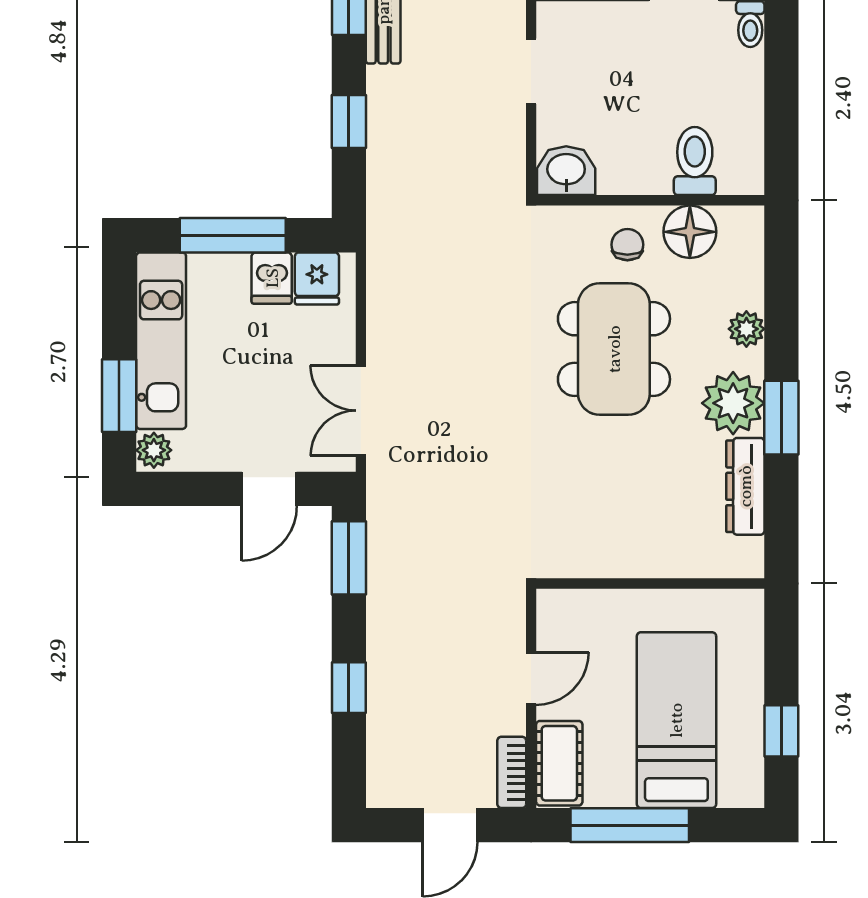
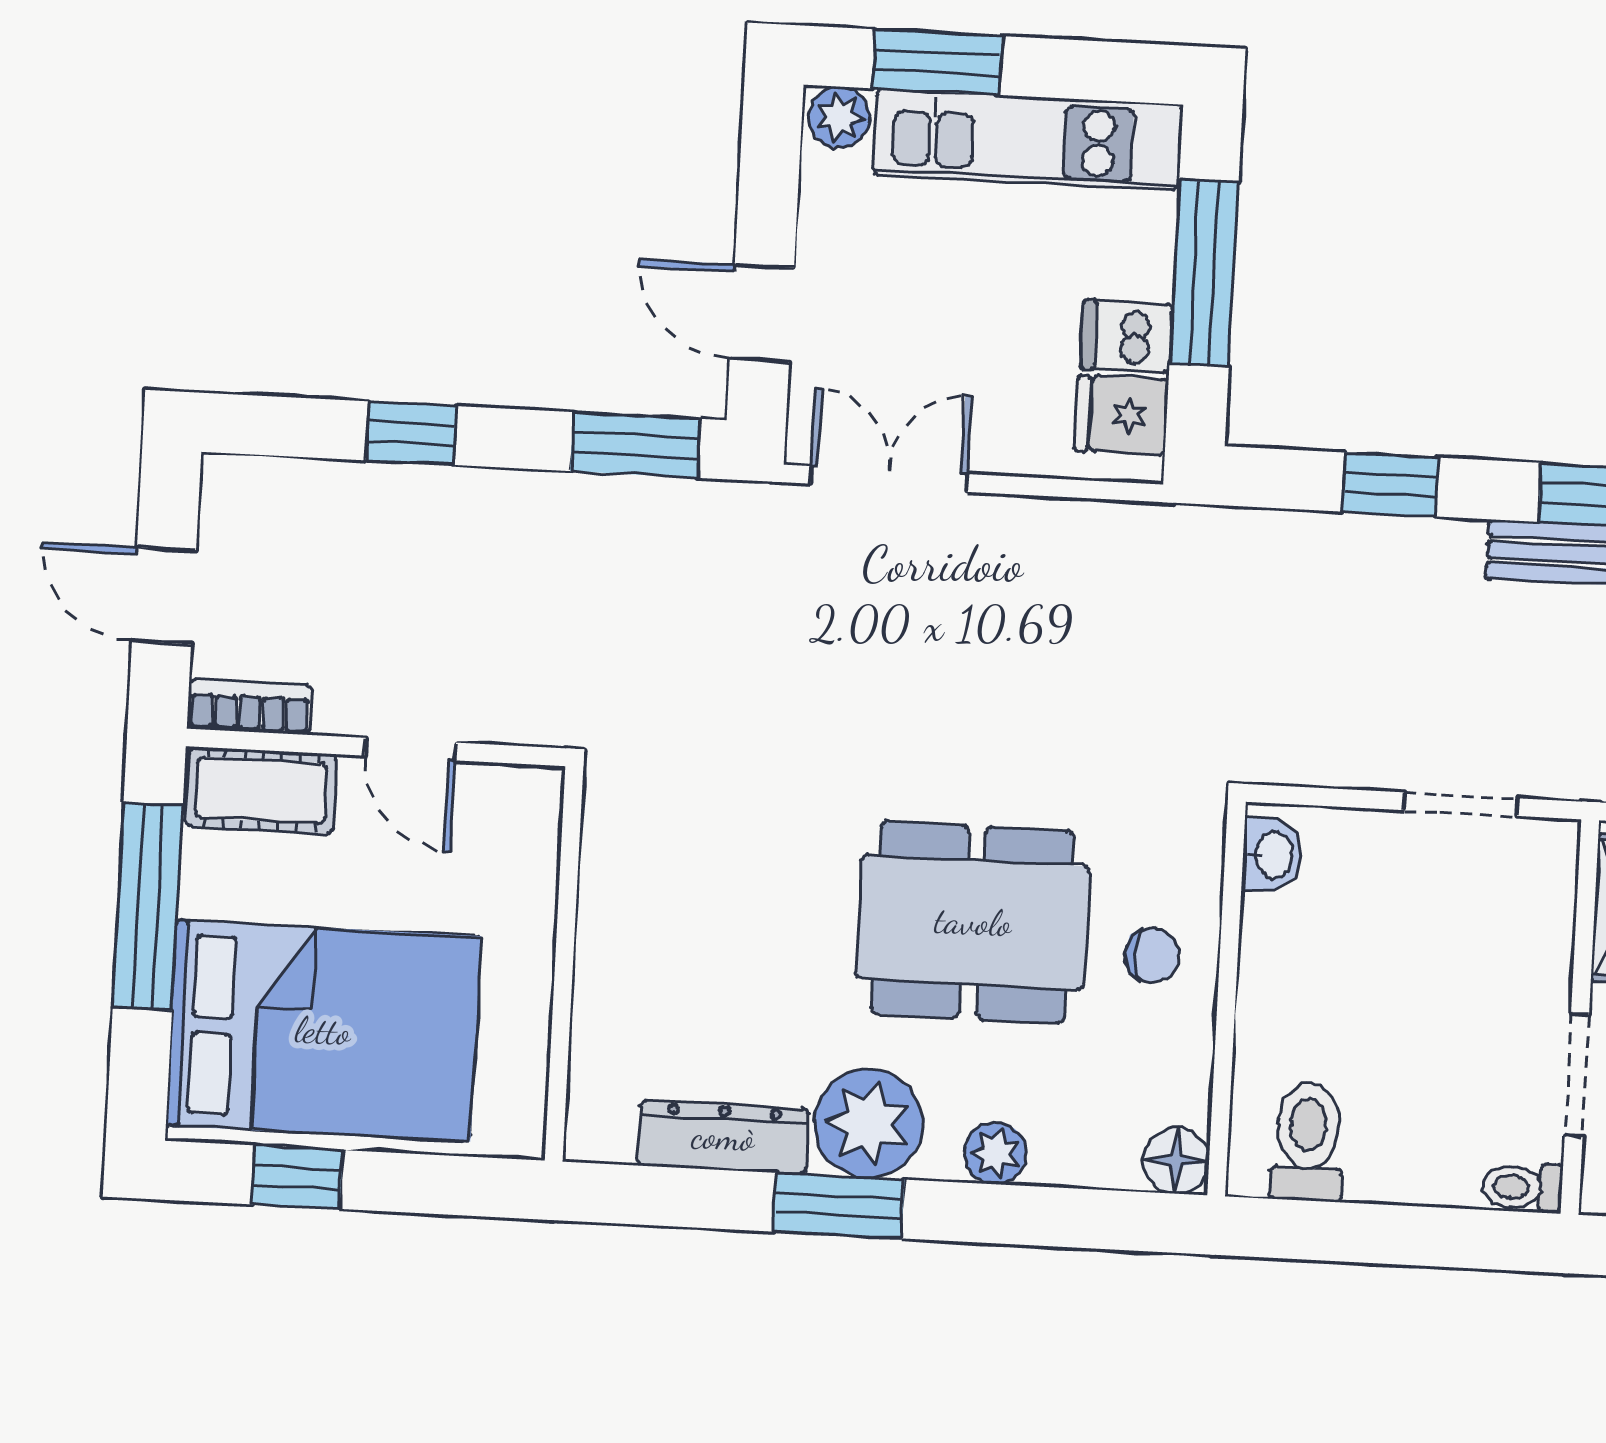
toilet: (695, 161) -> (1308, 1141), moved, turned -90
washbasin: (566, 171) -> (1272, 855), width x0.72, depth x0.69
floor lamp: (690, 232) -> (1176, 1161), moved, width x0.73, depth x0.73
bed: (676, 720) -> (323, 1031), width x1.50

